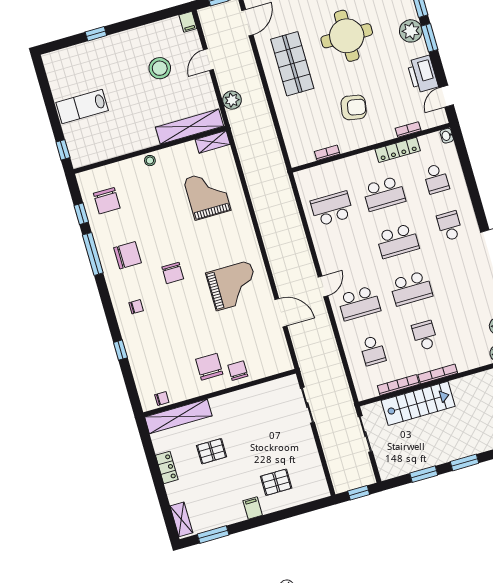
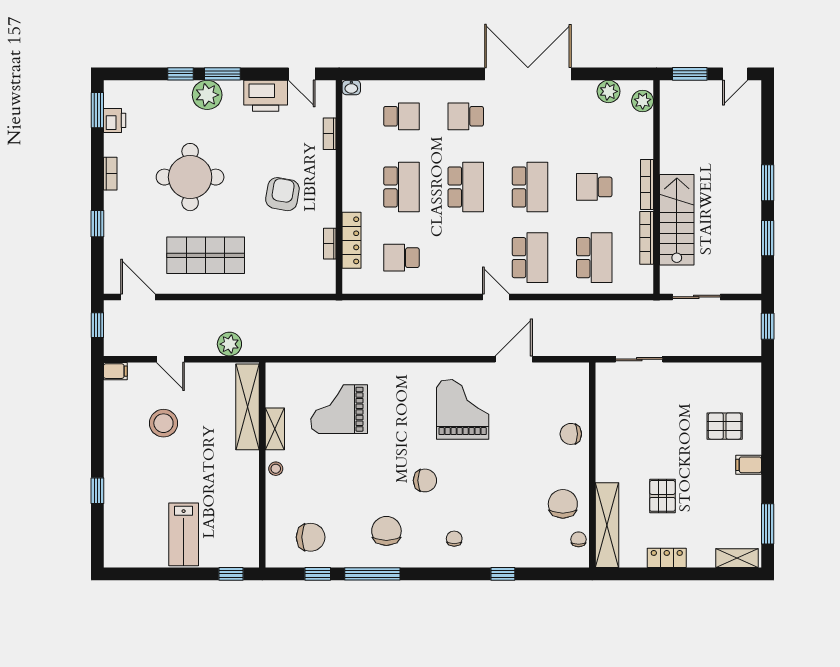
shelving: (213, 142) -> (275, 429), moved
locker: (398, 150) -> (352, 240), moved
school desk: (332, 209) -> (401, 258), width x0.54
school desk: (373, 351) -> (594, 258), width x1.85
chair: (209, 367) -> (563, 504), moved, turned 90
pallet: (276, 482) -> (725, 426), turned 90

